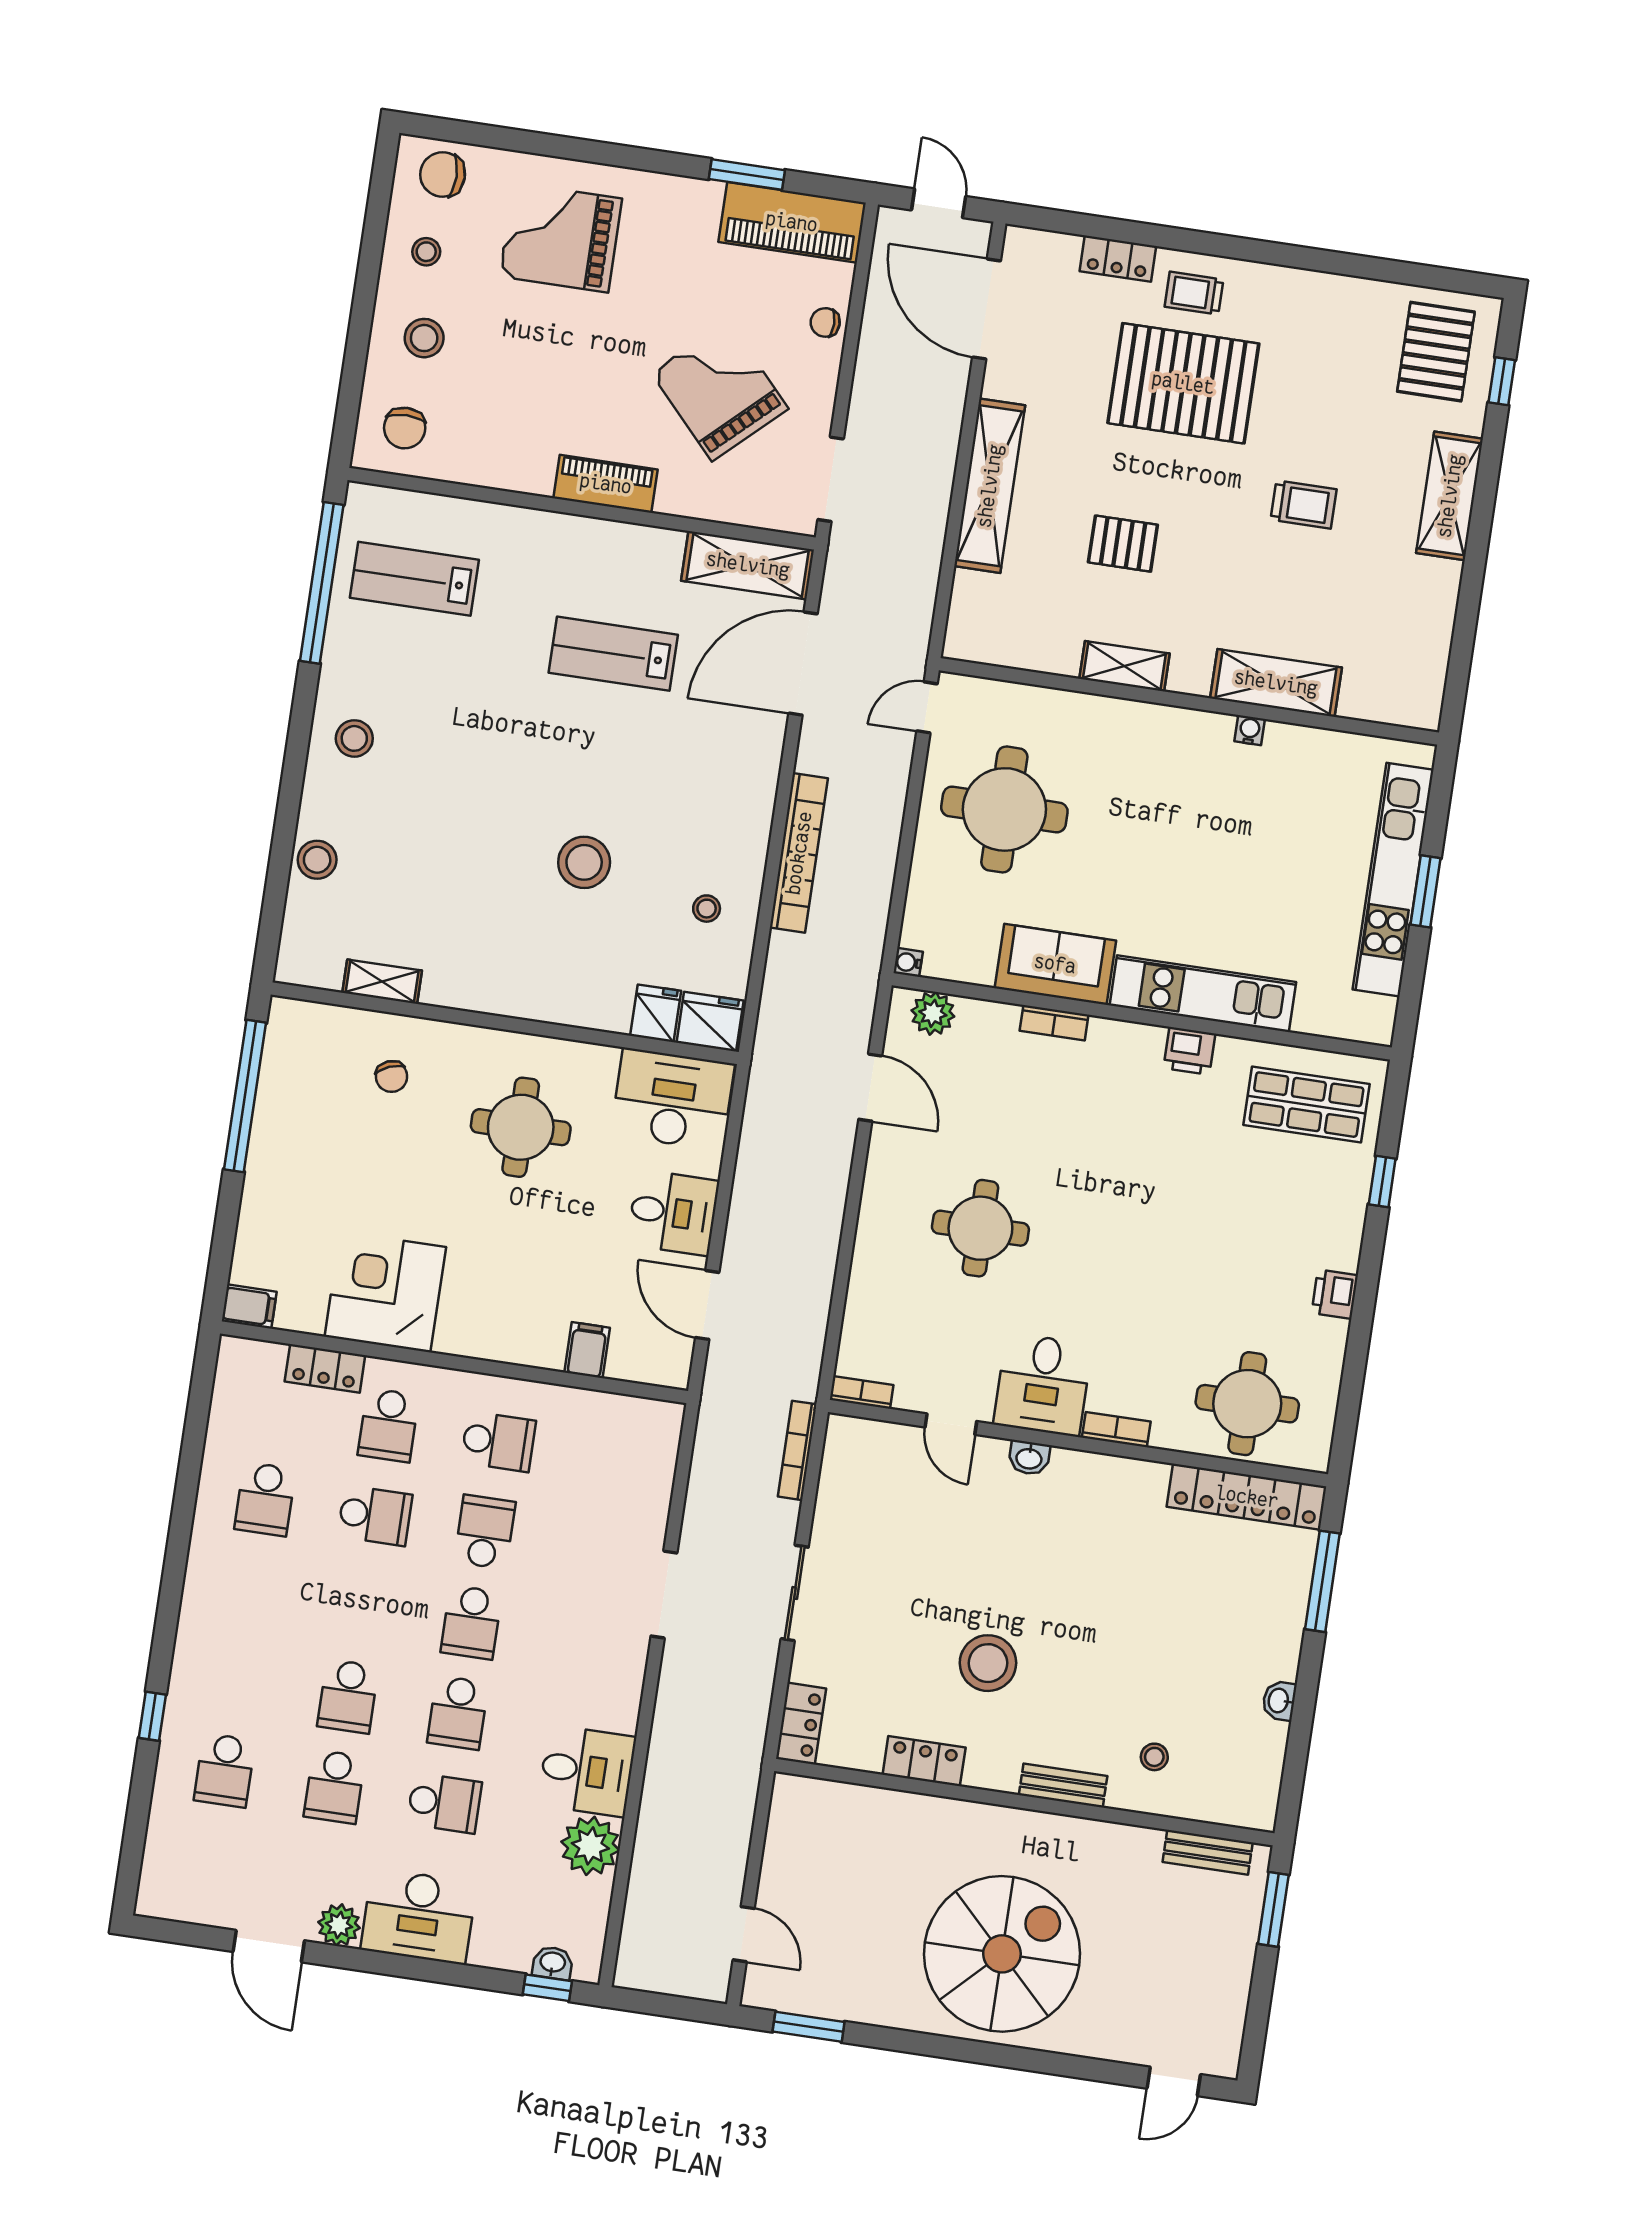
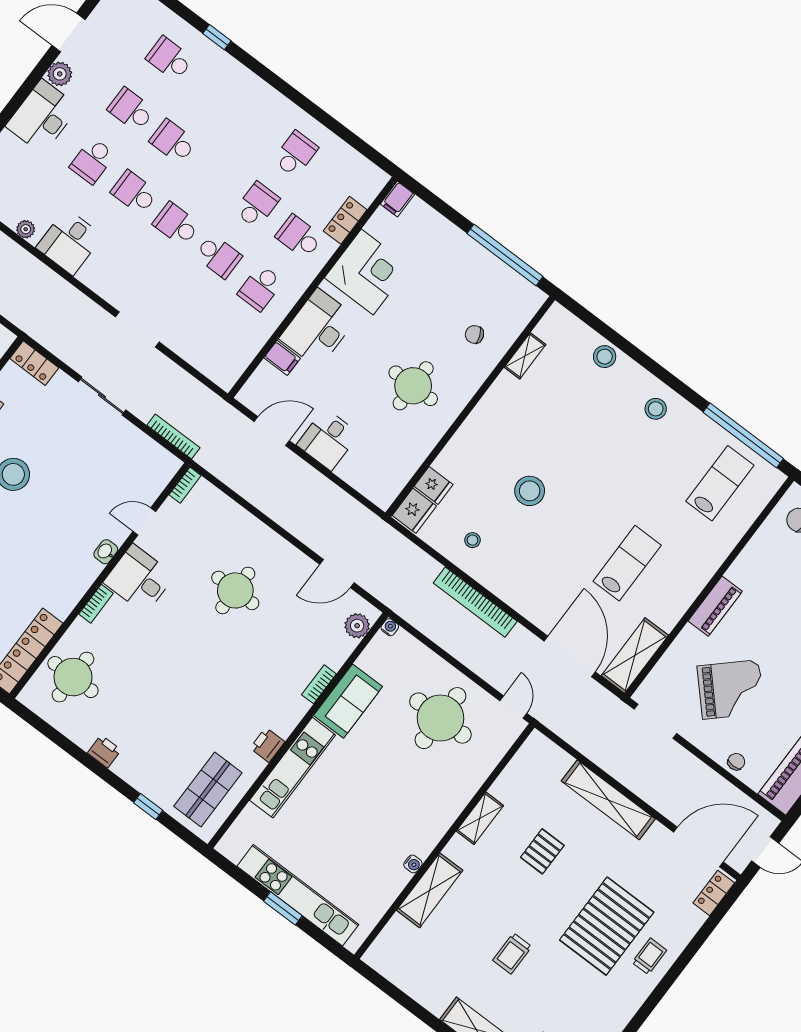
locker: (1118, 259) -> (714, 893), moved
desk: (673, 1099) -> (318, 328), moved, turned 180
school desk: (265, 1499) -> (296, 154), turned 90
school desk: (375, 1516) -> (257, 205), turned 180
plant: (590, 1846) -> (26, 229), width x0.53, depth x0.53

